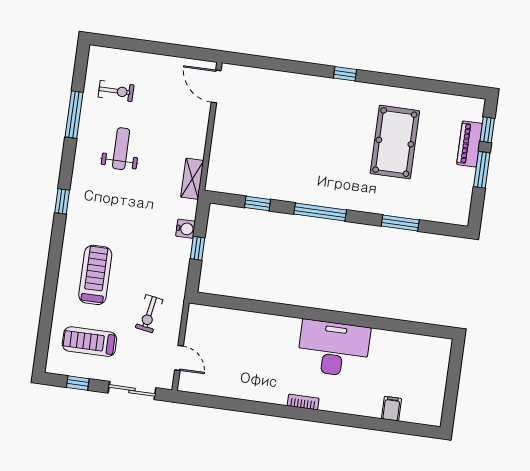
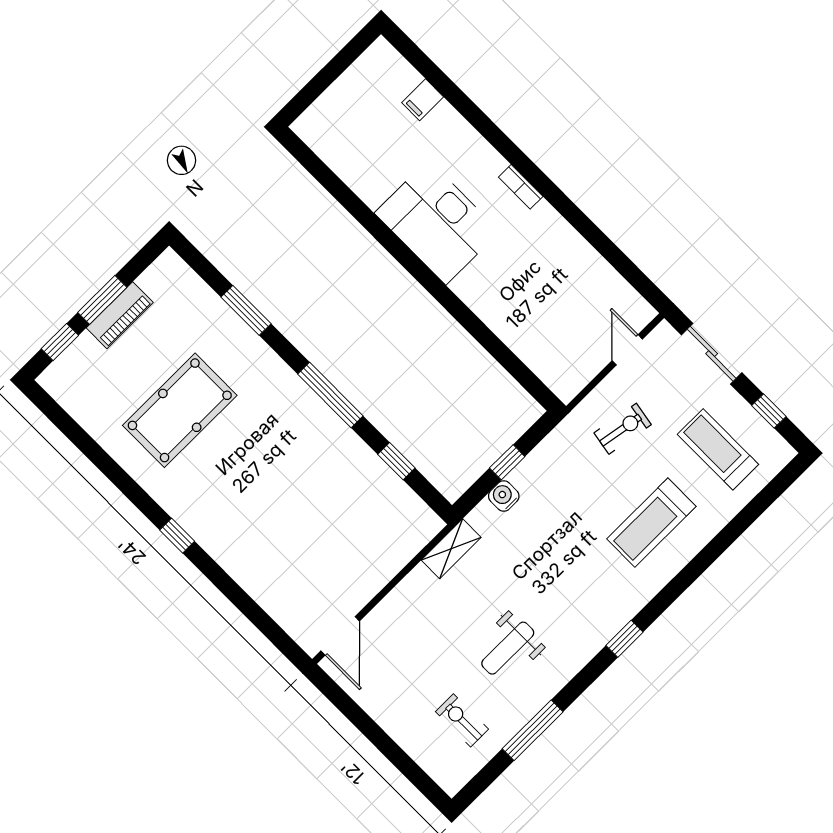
piano: (470, 144) -> (120, 315), moved
treadmill: (89, 342) -> (718, 449), turned 180

